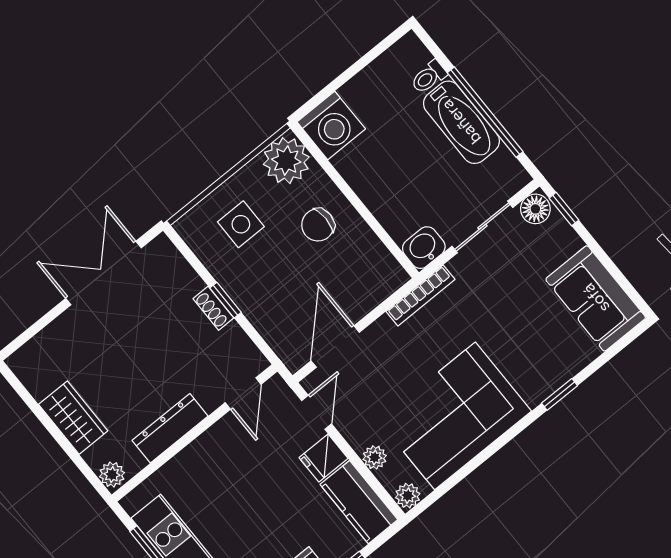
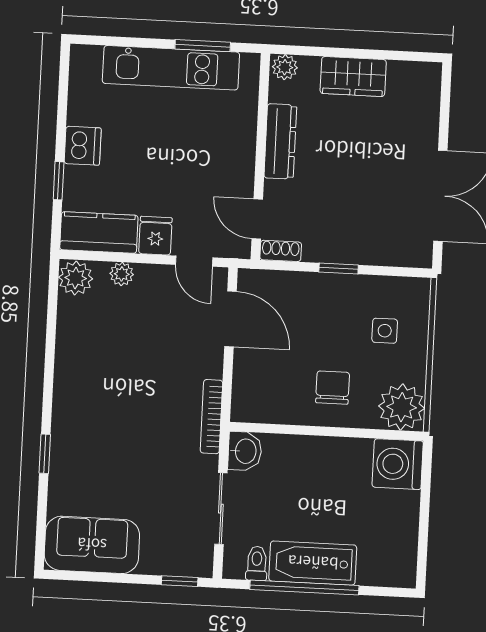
toilet: (429, 77) -> (257, 563), moved
floor lamp: (535, 209) -> (199, 560), removed
side table: (241, 224) -> (385, 331), width x0.73, depth x0.73
shoe rack: (213, 308) -> (281, 251), moved
corner sofa: (455, 416) -> (99, 362), removed
plant: (408, 496) -> (76, 278), width x1.38, depth x1.38

